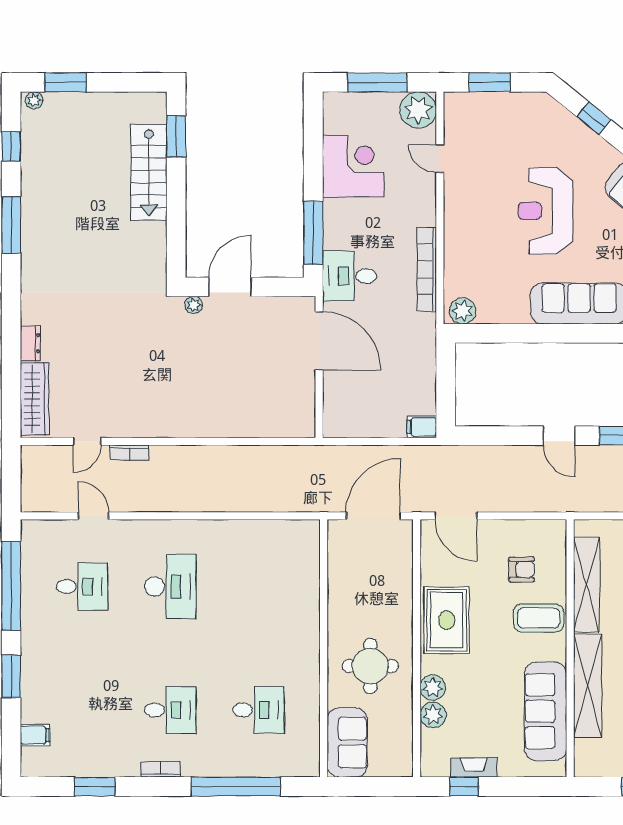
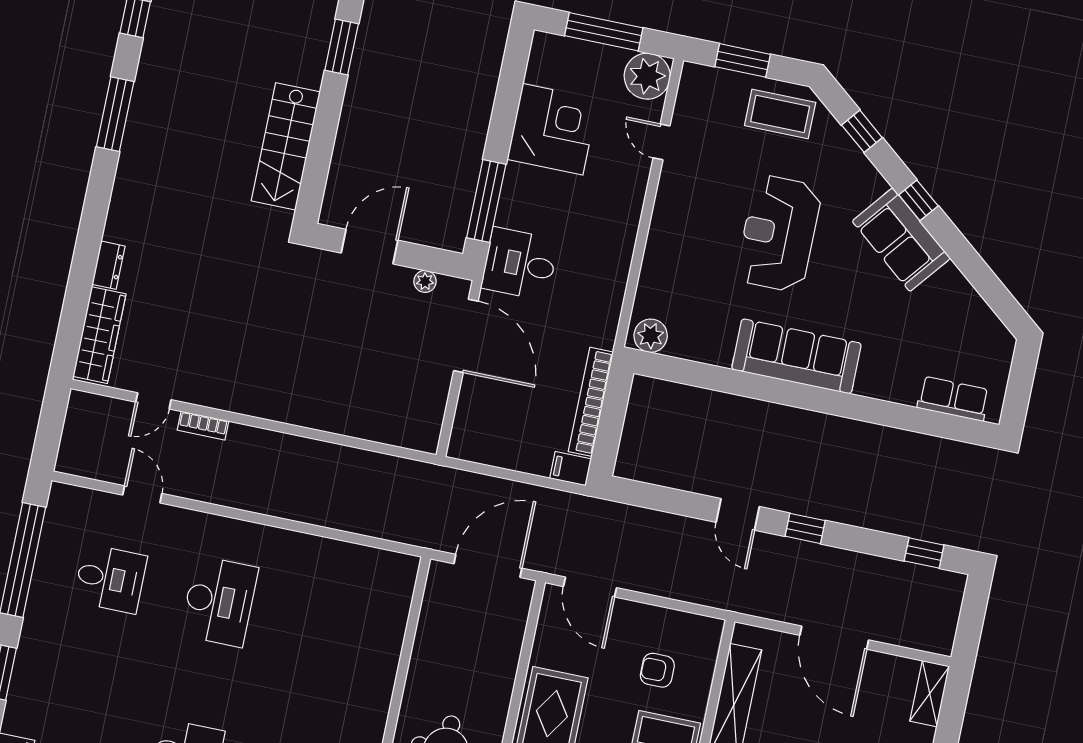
coffee table: (527, 118) -> (780, 114), added
stairs: (149, 172) -> (286, 146), moved
bookcase: (427, 269) -> (591, 402), moved
plant: (194, 305) -> (425, 281), moved
armchair: (522, 569) -> (657, 670), turned 180

